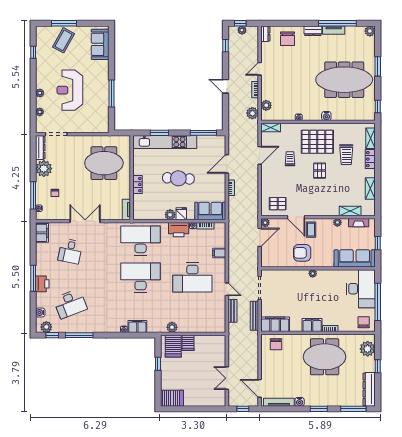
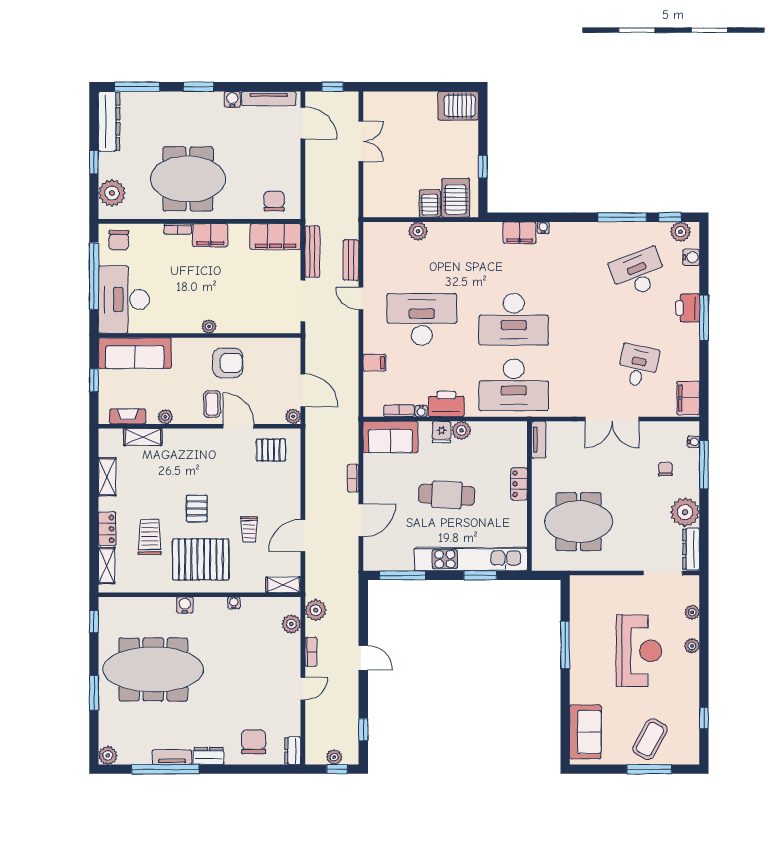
door: (260, 237) -> (303, 390), swing flipped
plant: (172, 327) -> (418, 231), moved

